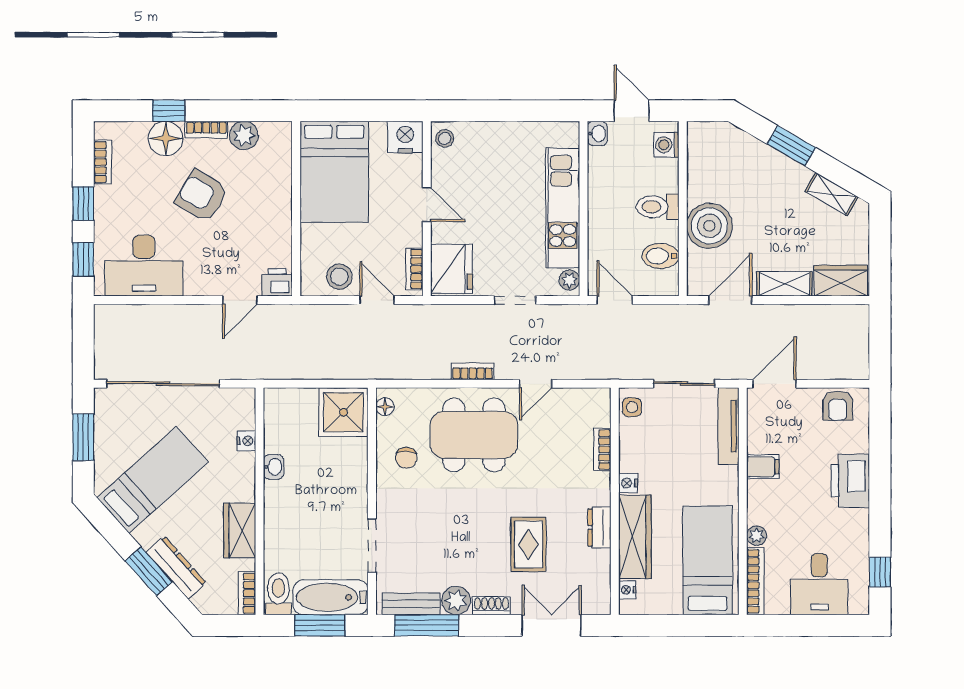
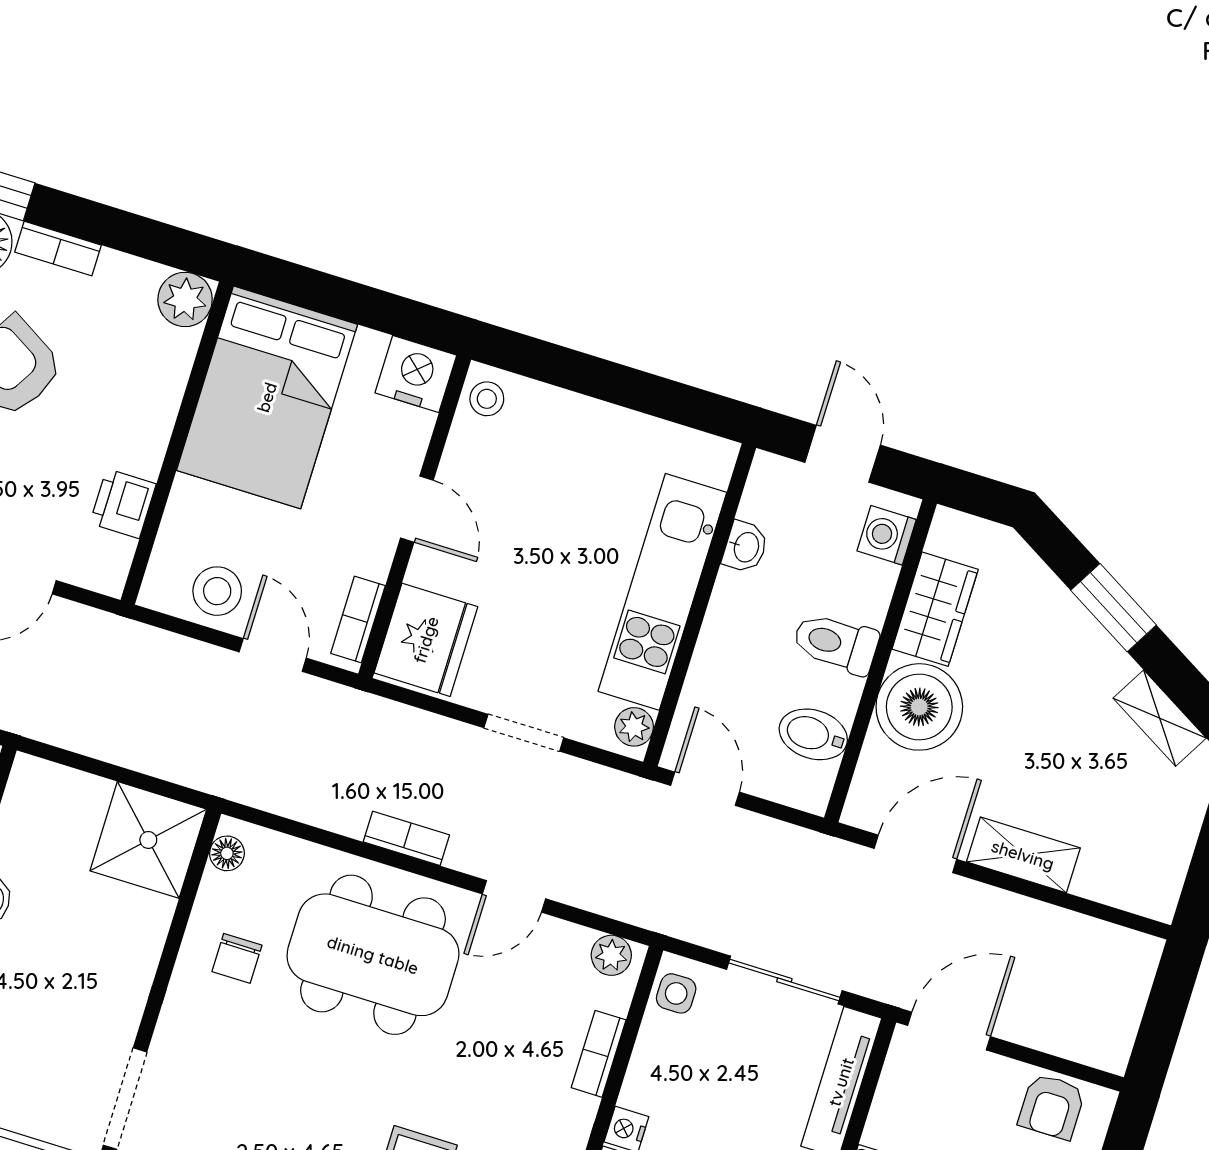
washbasin: (597, 133) -> (745, 547), moved
plant: (244, 135) -> (185, 299), moved
wardrobe: (841, 281) -> (935, 609), moved, turned 90
printer: (277, 282) -> (123, 504), moved, turned -90
plant: (593, 398) -> (611, 955), added

